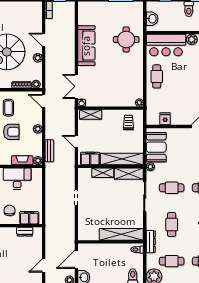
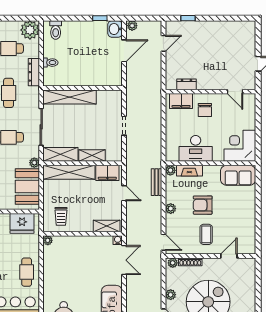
fridge: (165, 119) -> (22, 223), width x1.88, depth x1.34
shelving: (121, 234) -> (70, 97), moved
wall: (111, 242) -> (83, 88), moved

